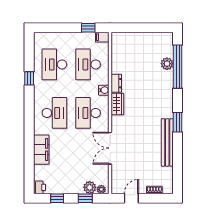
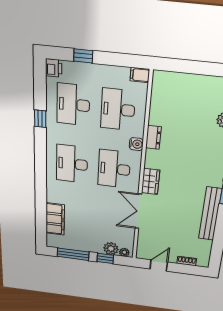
window: (88, 28) -> (83, 56), moved
wardrobe: (117, 104) -> (151, 181), moved
desk: (54, 113) -> (72, 164), turned 180
filing cabinet: (41, 150) -> (55, 219), moved
printer: (39, 187) -> (54, 68), moved
window: (57, 198) -> (73, 254), width x2.17

